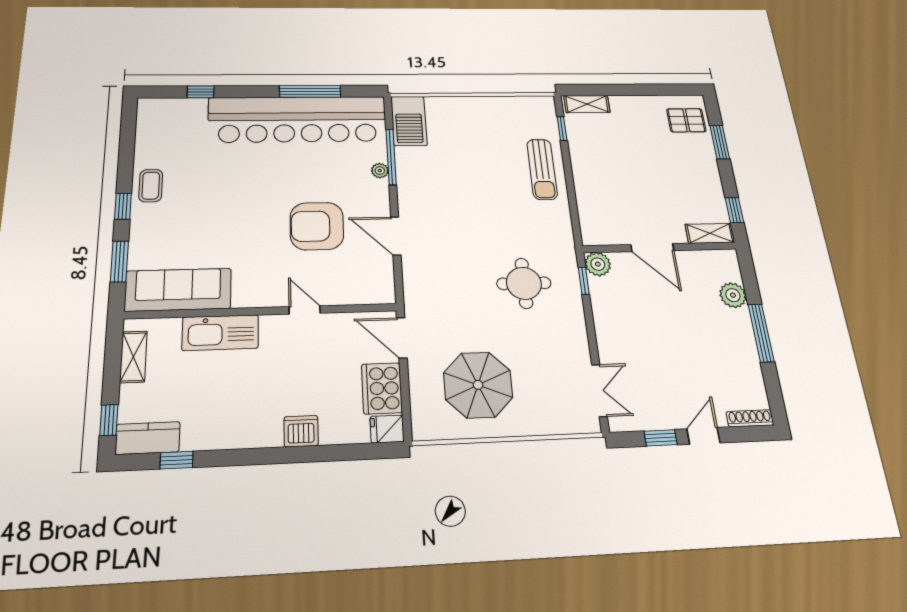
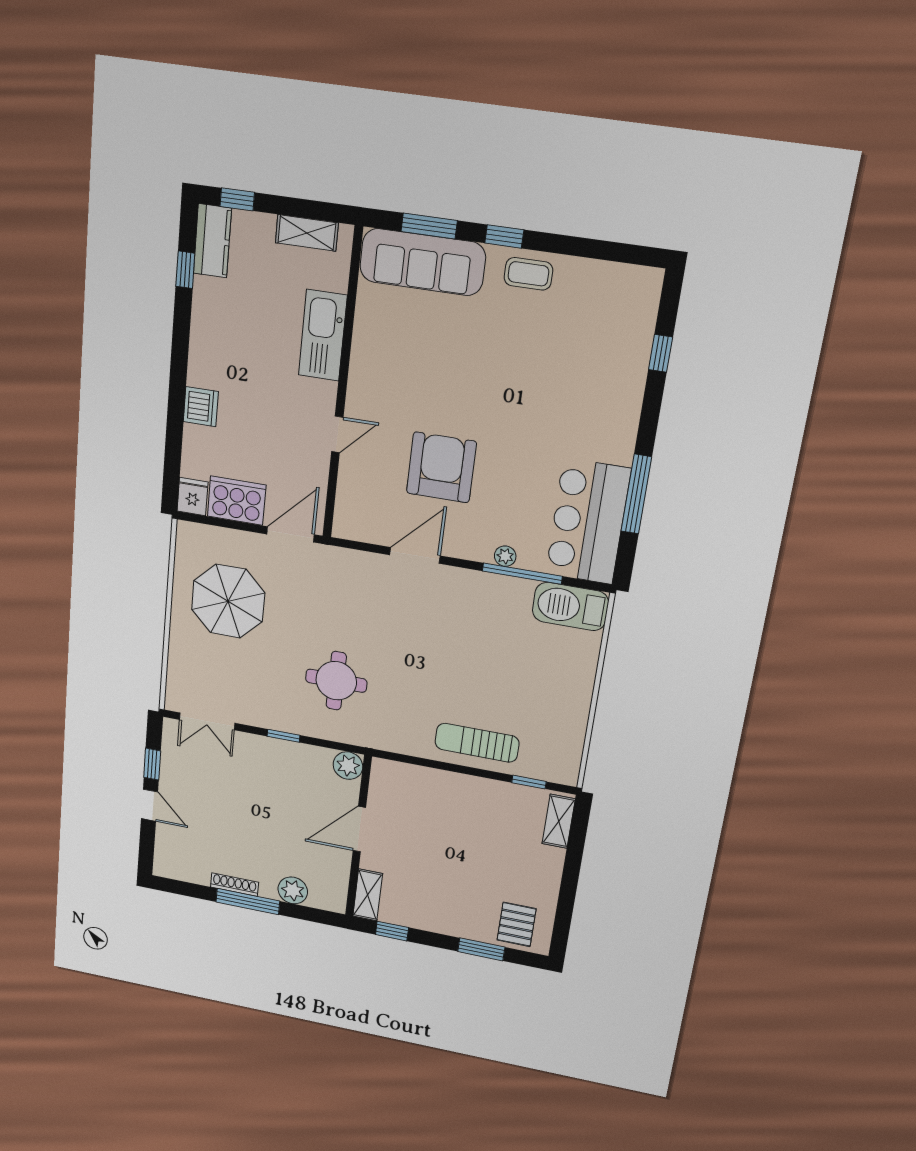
bar counter: (298, 119) -> (588, 522), width x0.54
window: (584, 281) -> (283, 736), moved
sofa: (178, 290) -> (422, 262), moved, turned 90
shoe rack: (750, 418) -> (235, 885), moved, turned -90

